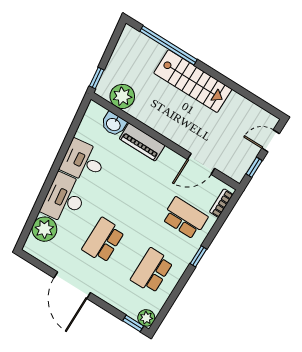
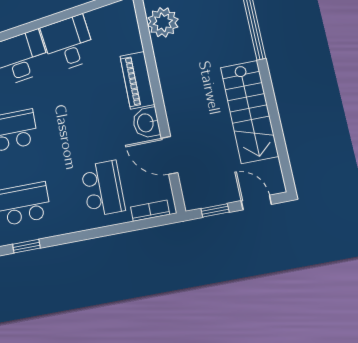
stairs: (193, 81) -> (249, 112), moved
washbasin: (114, 124) -> (146, 123), moved
window: (198, 256) -> (26, 246), moved

